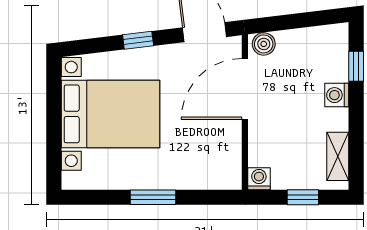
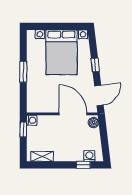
washing machine: (337, 95) -> (89, 156), moved
window: (303, 197) -> (23, 129), moved

